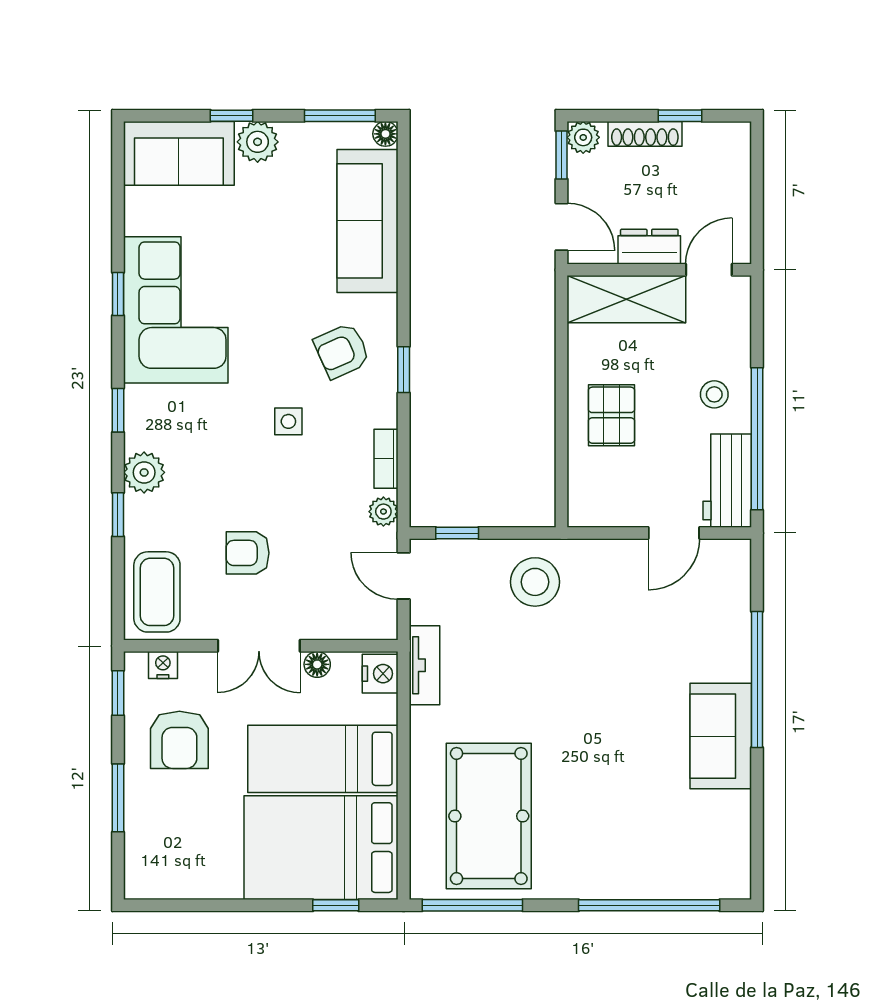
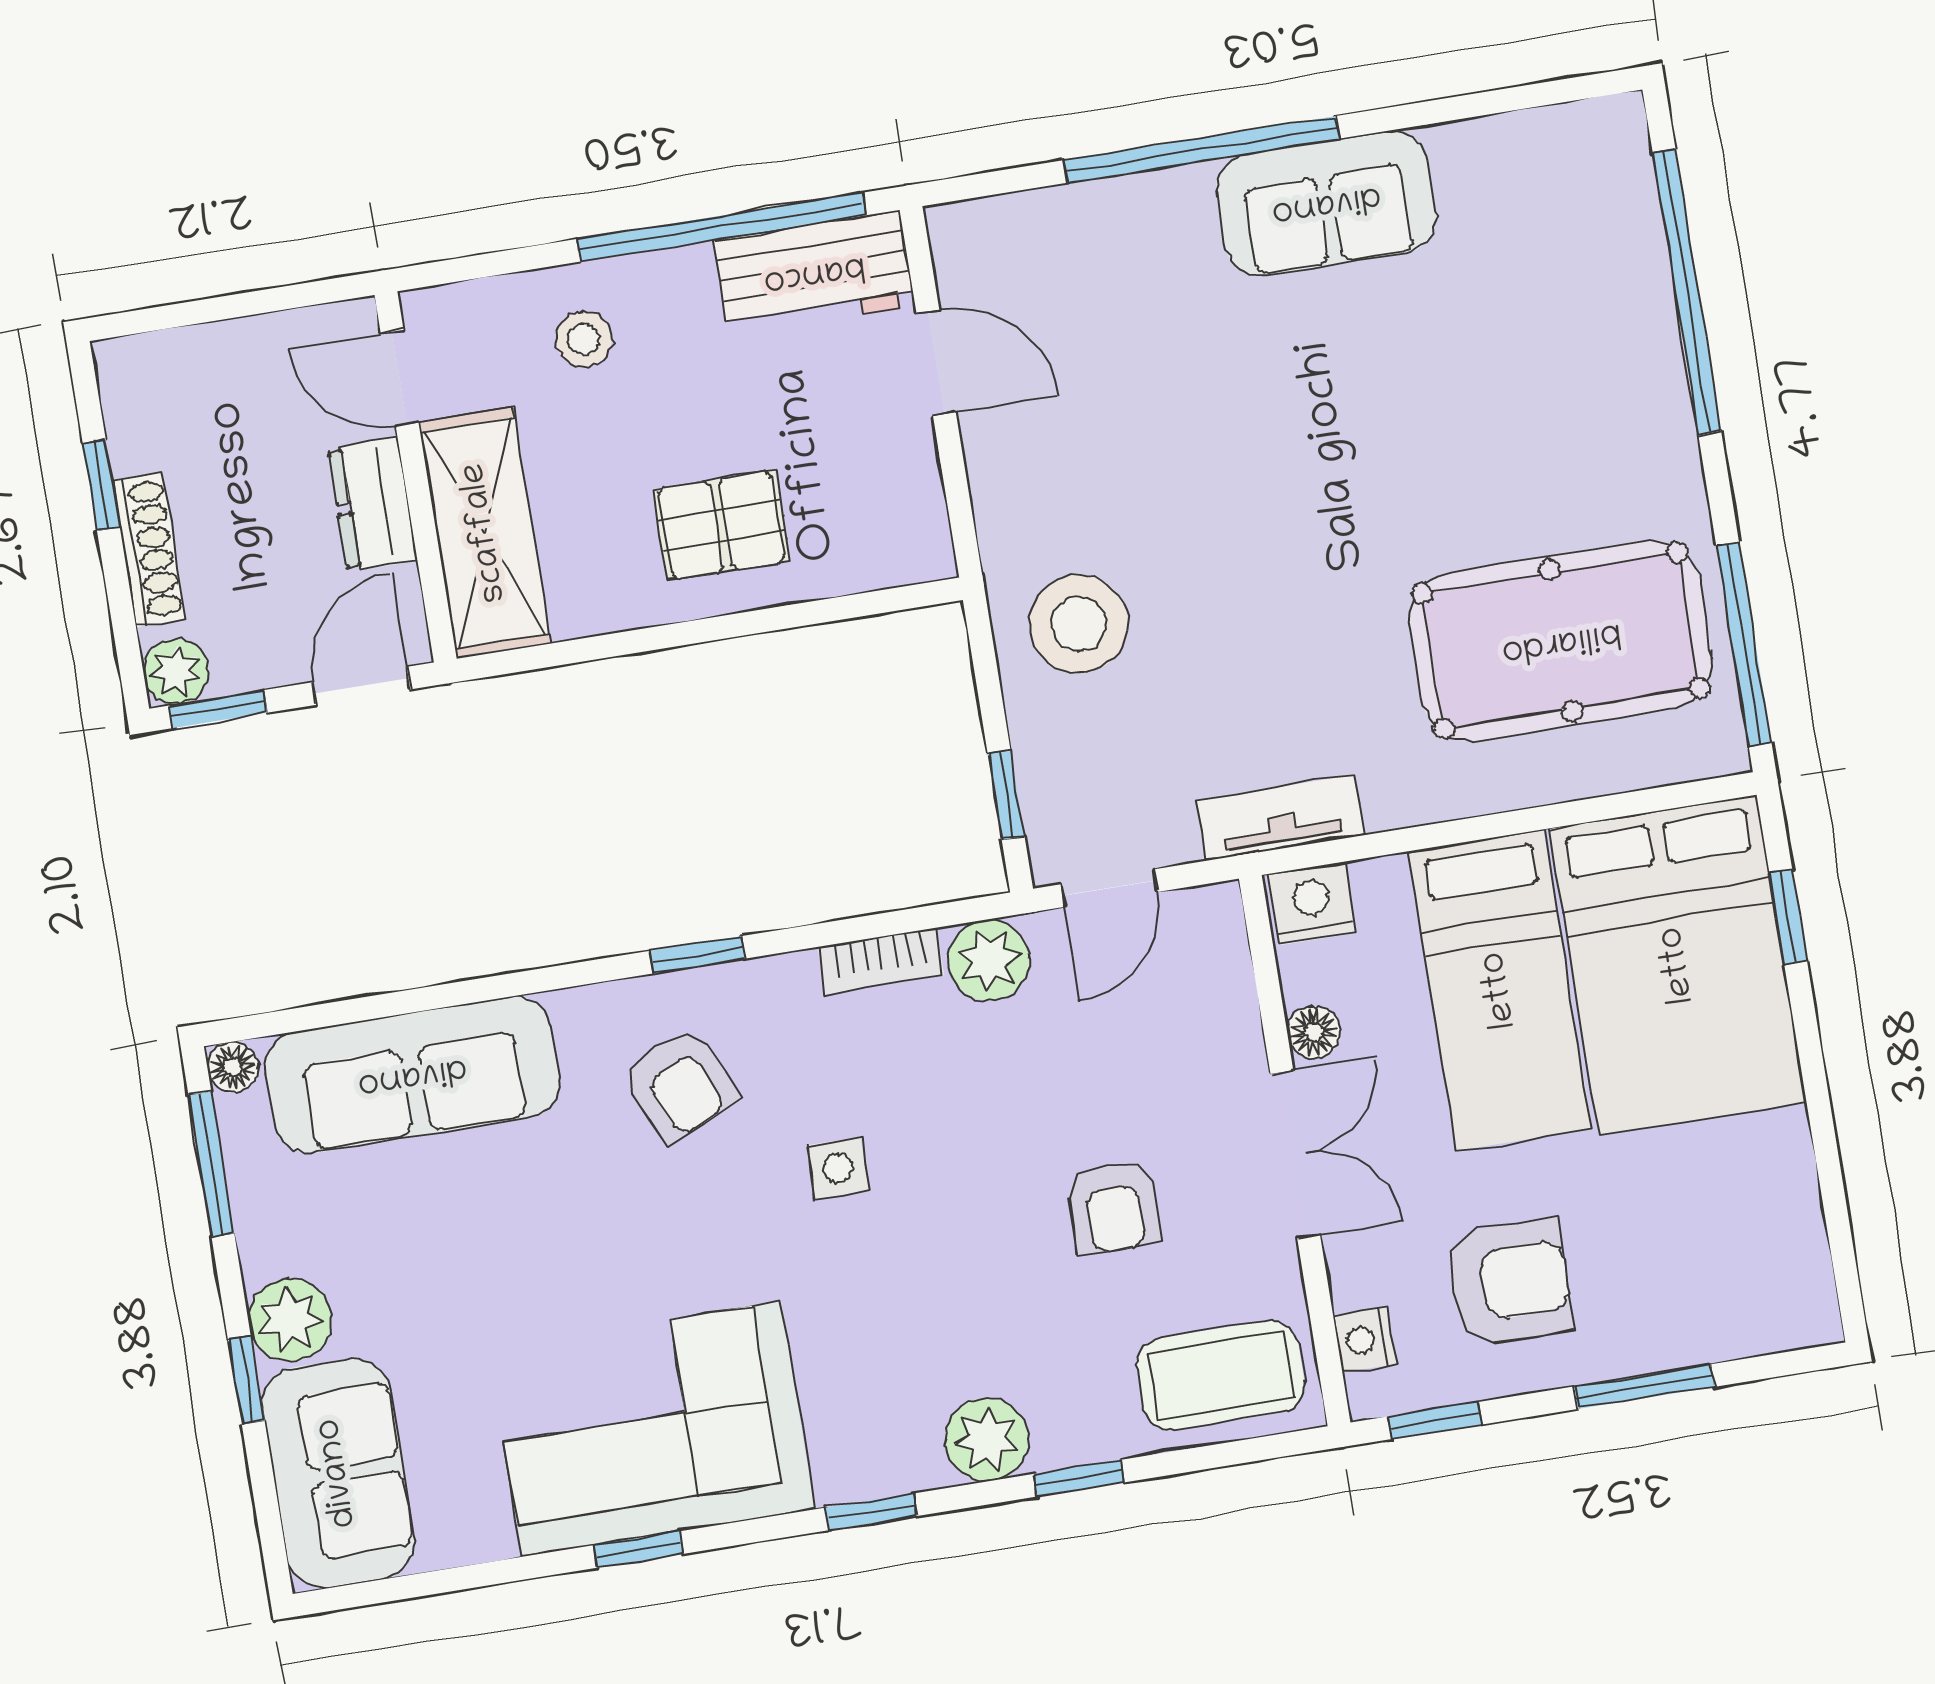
stool: (714, 394) -> (584, 339), moved
plant: (383, 512) -> (989, 960), width x1.38, depth x1.38

